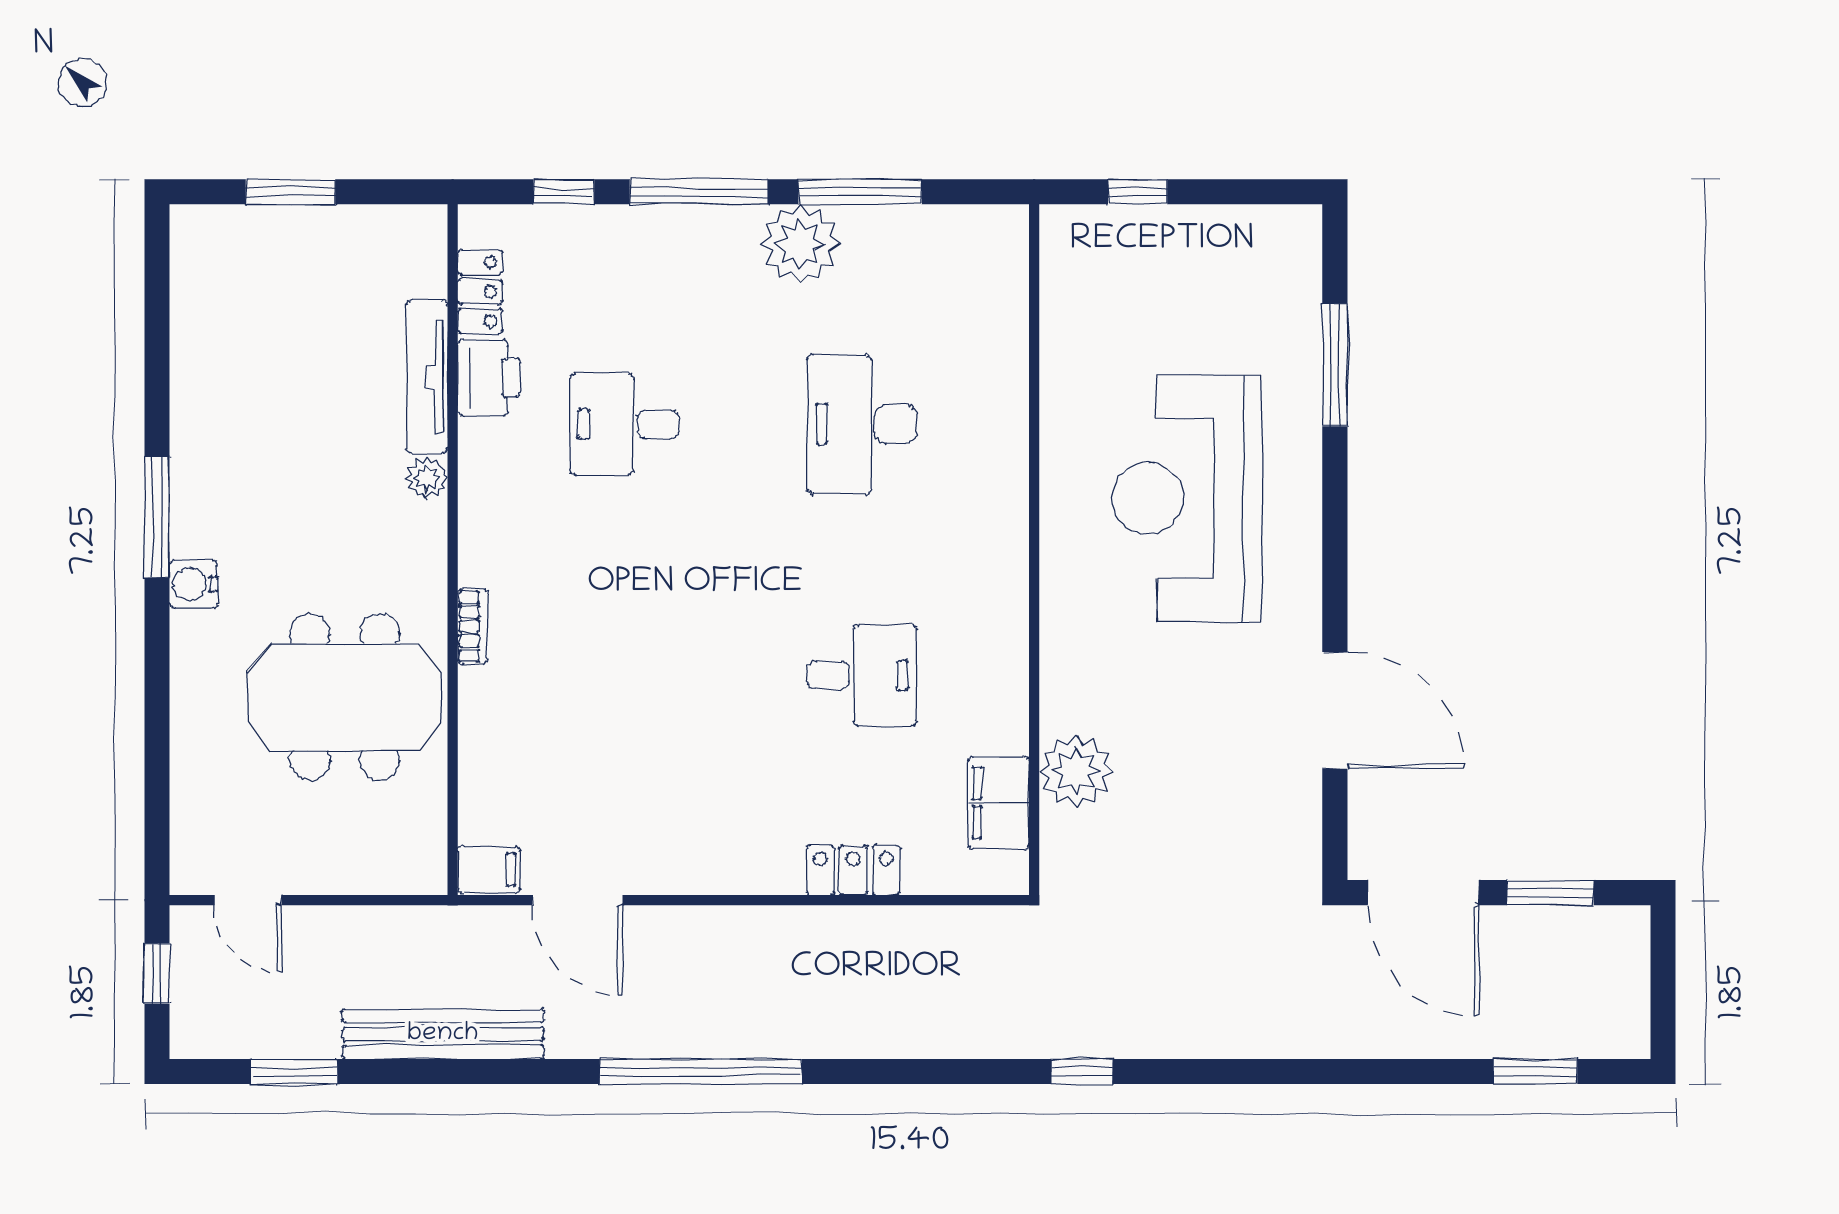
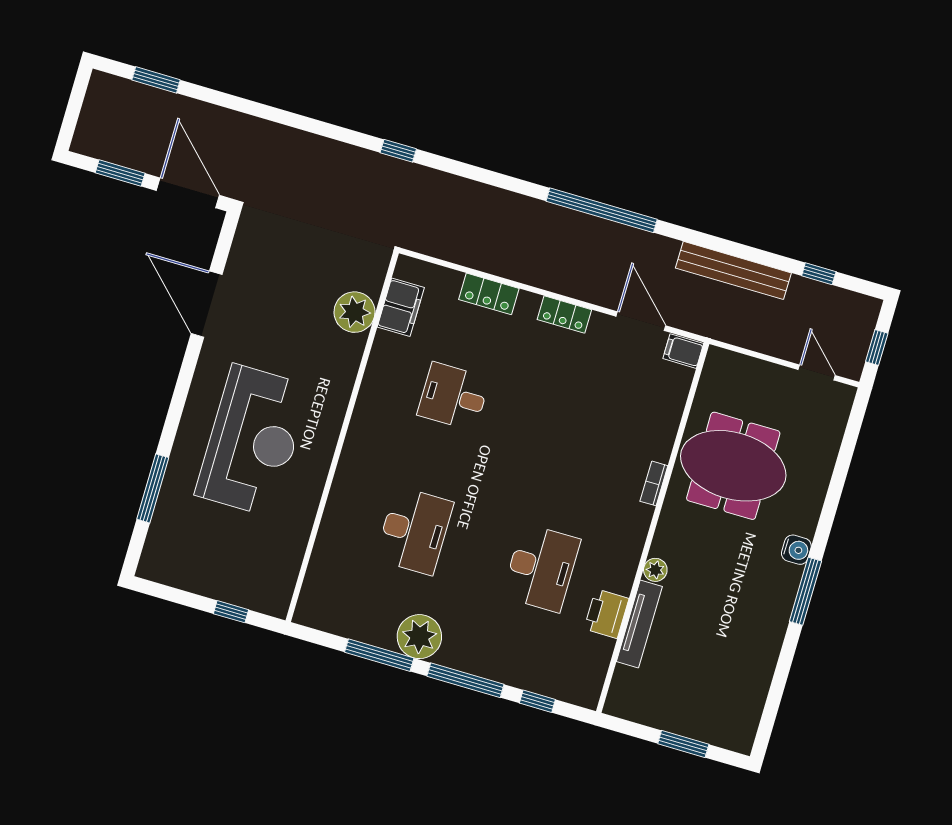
locker: (480, 292) -> (564, 315), moved, turned -90
desk: (625, 424) -> (541, 568), width x1.37
window: (294, 1072) -> (819, 274), width x0.67

